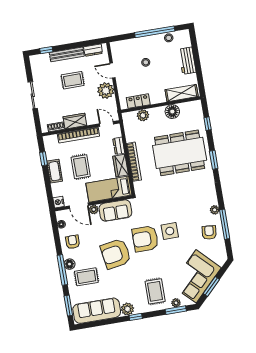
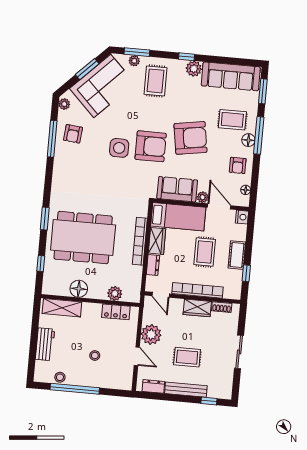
plant: (215, 210) -> (64, 104), moved

